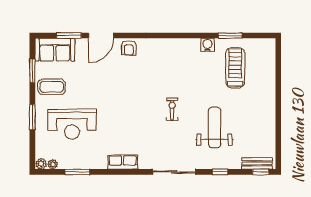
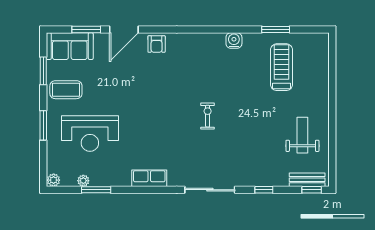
water cooler: (207, 45) -> (234, 41), moved
weight bench: (215, 127) -> (302, 135), moved, width x0.73, depth x0.75
plant: (53, 164) -> (83, 181), moved

